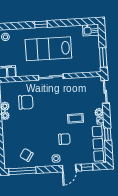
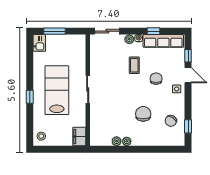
lab bench: (48, 49) -> (57, 90), turned 180
window: (103, 57) -> (54, 31), moved
chair: (26, 102) -> (143, 114), moved
window: (22, 171) -> (188, 126), width x0.46

